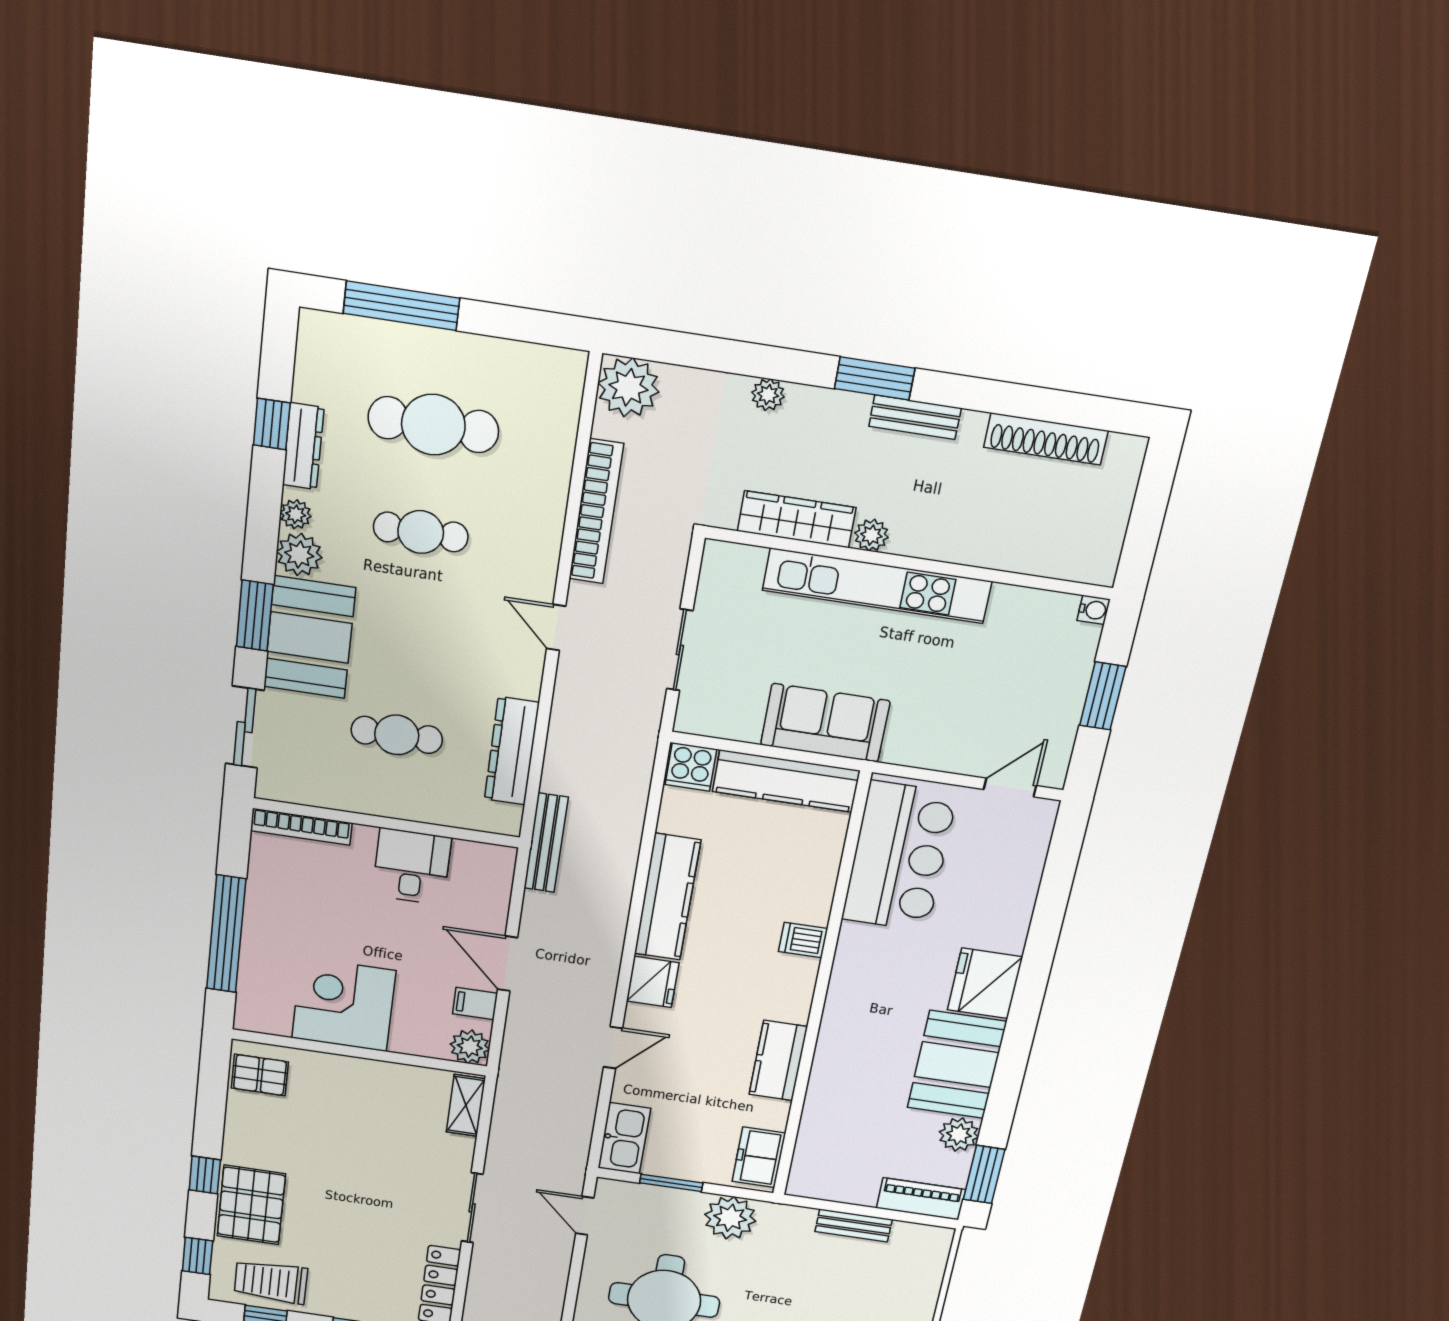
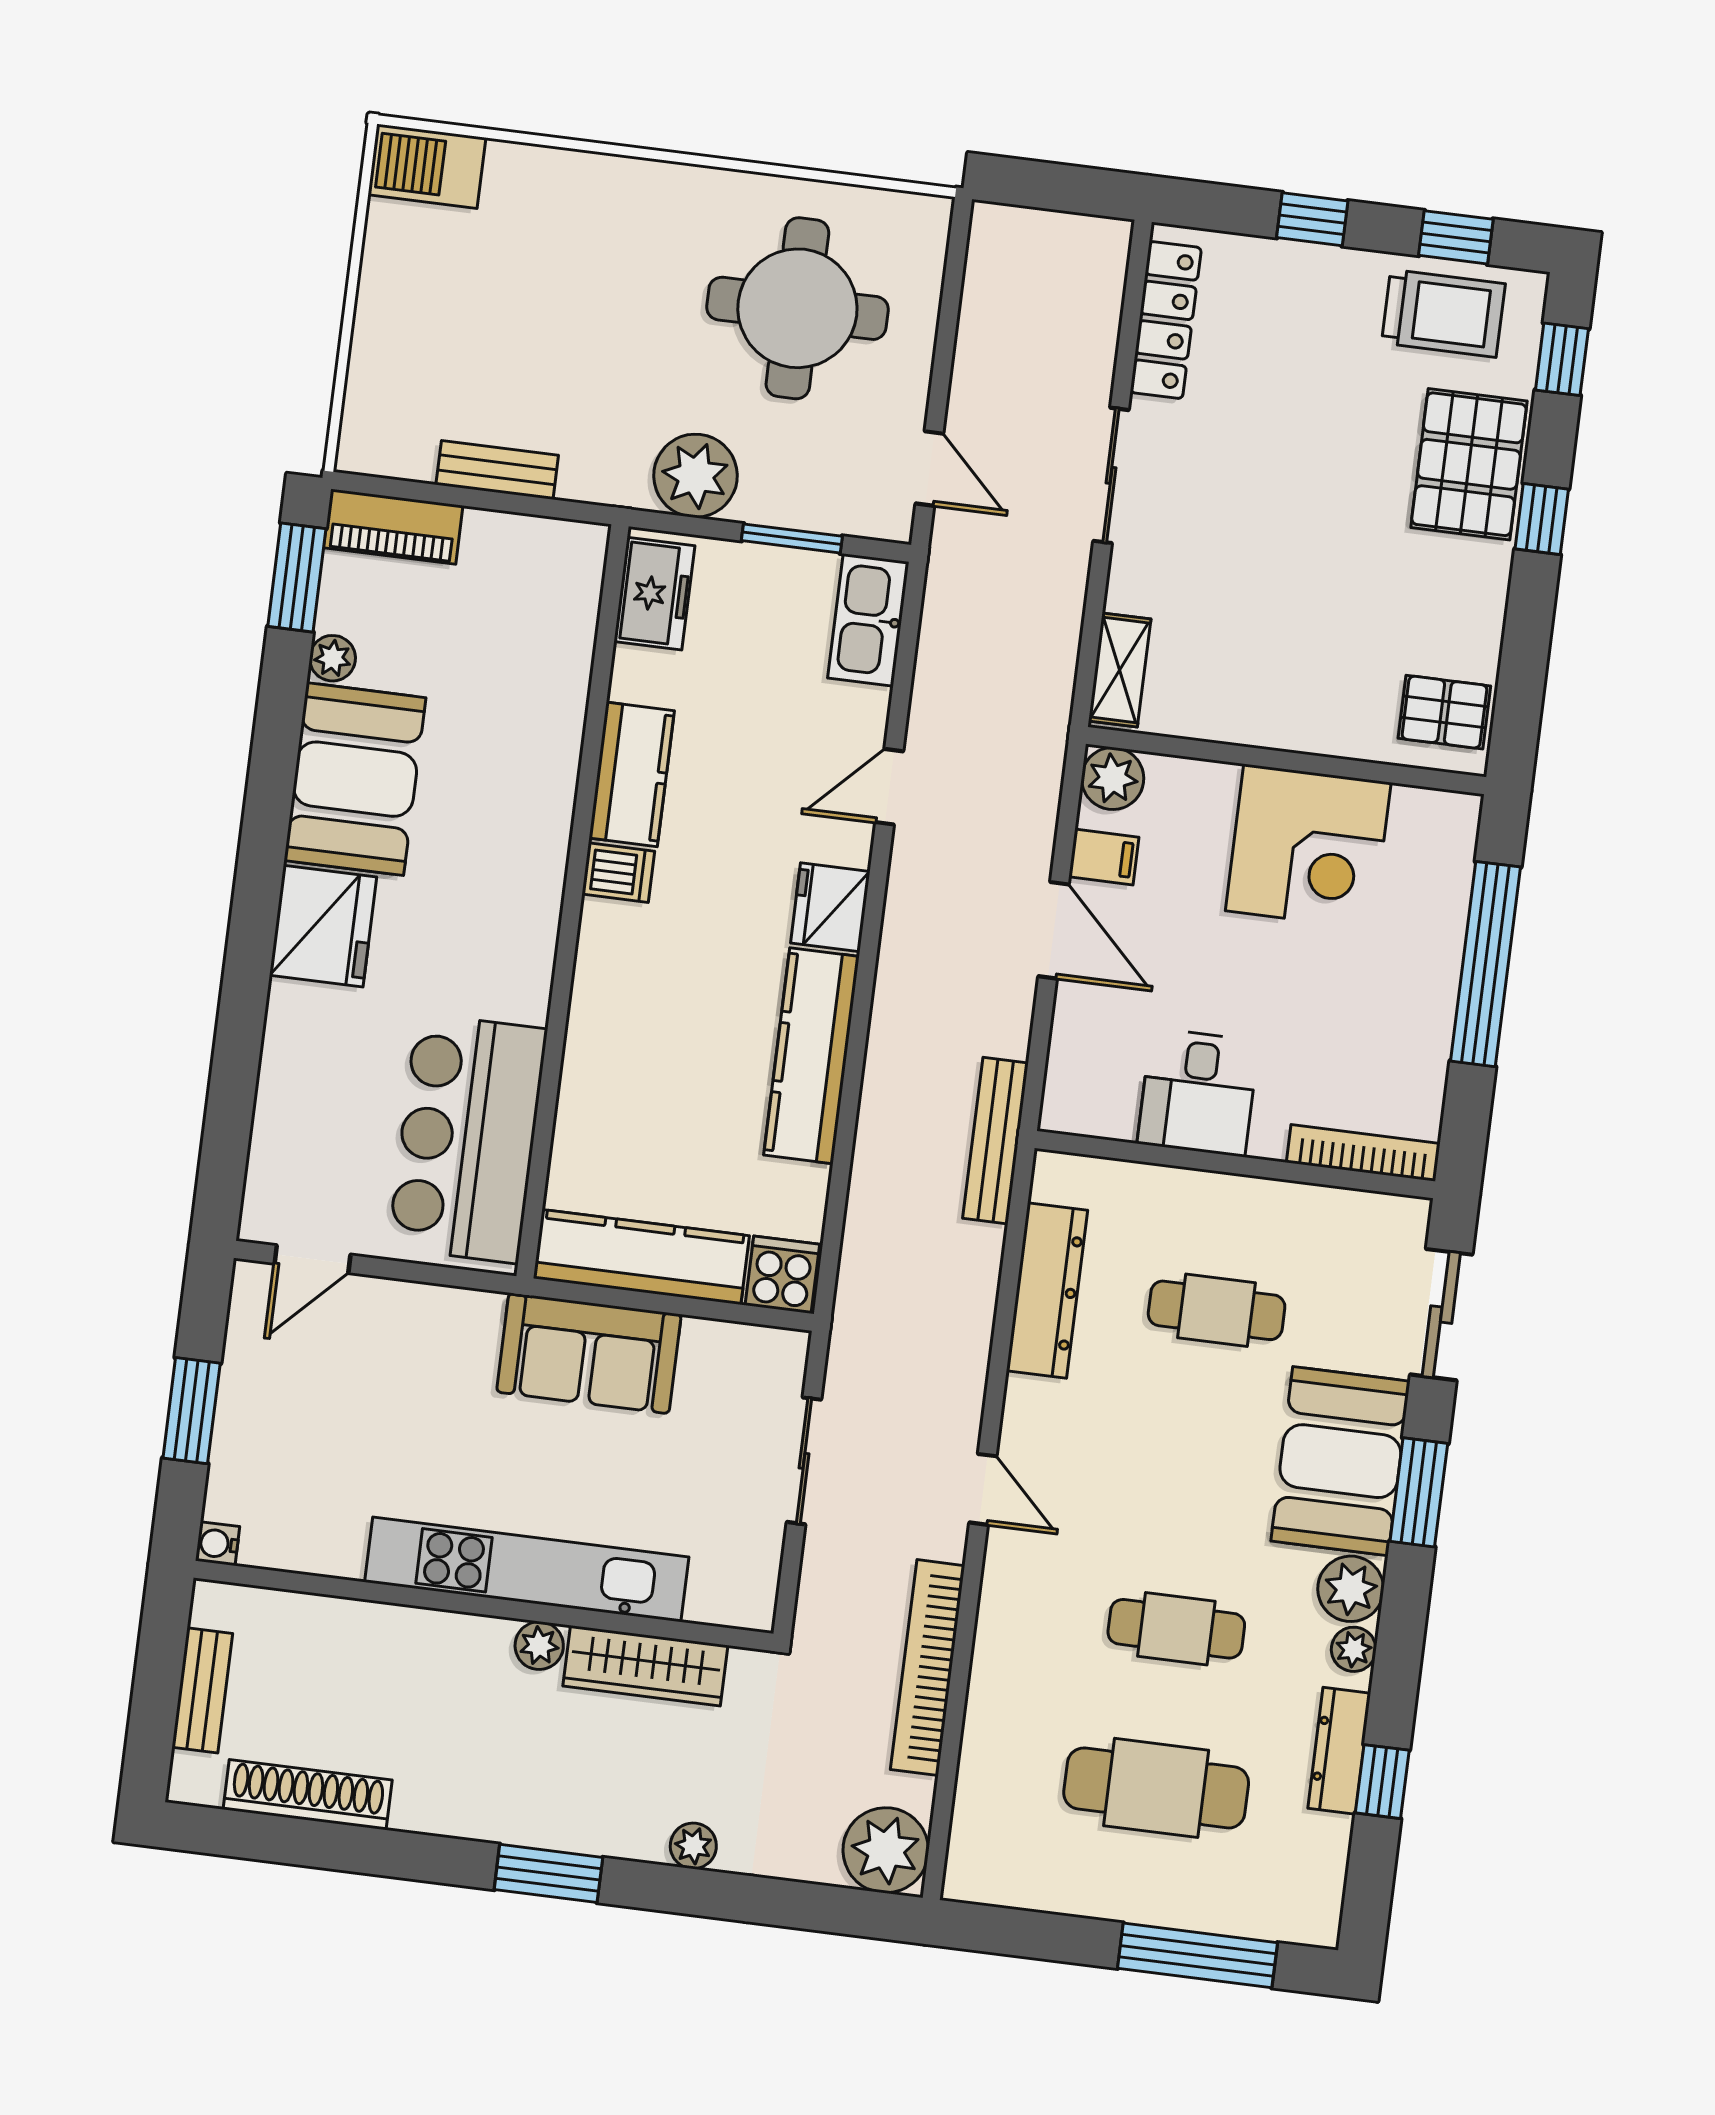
bench: (915, 417) -> (202, 1690), moved, turned 90
dishwasher: (803, 940) -> (618, 873), moved
plant: (959, 1135) -> (333, 658), width x0.73, depth x0.73

